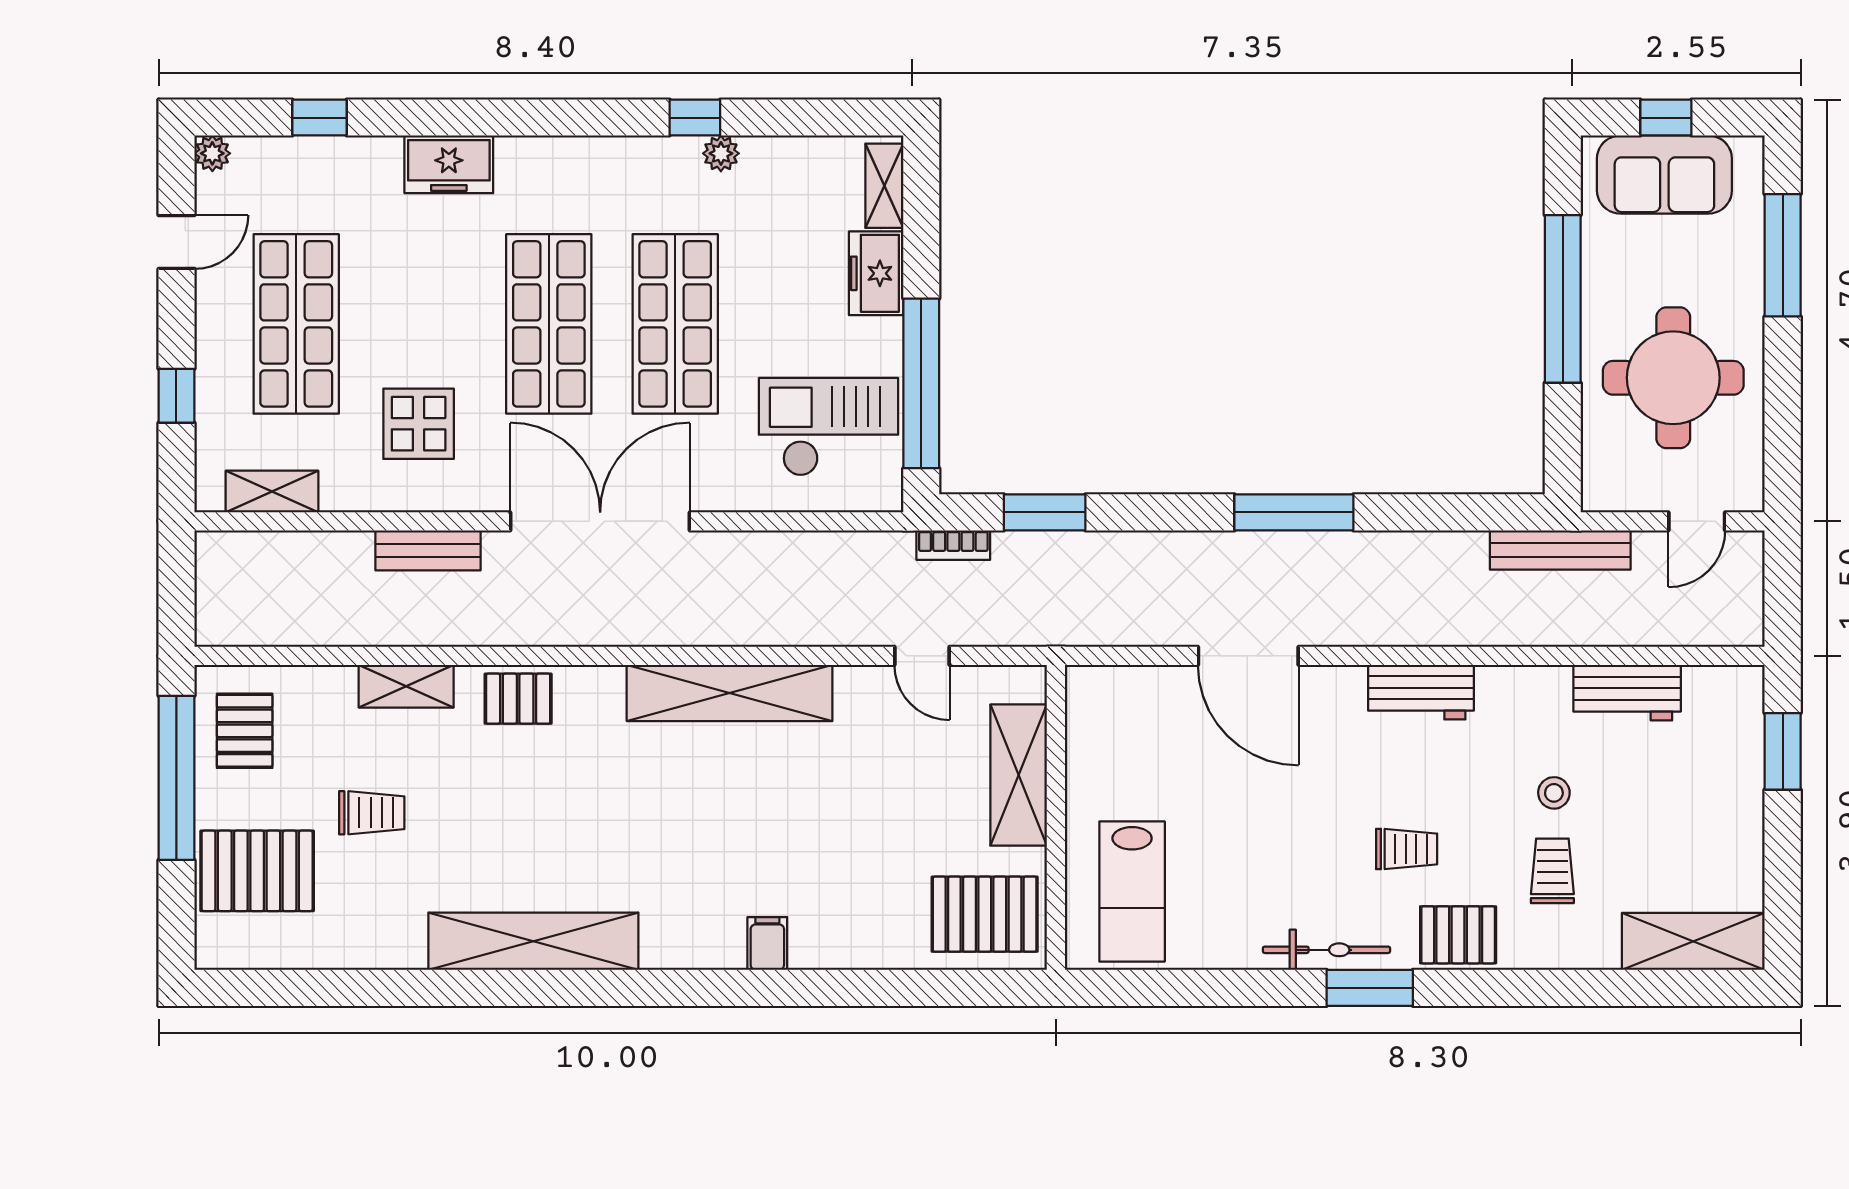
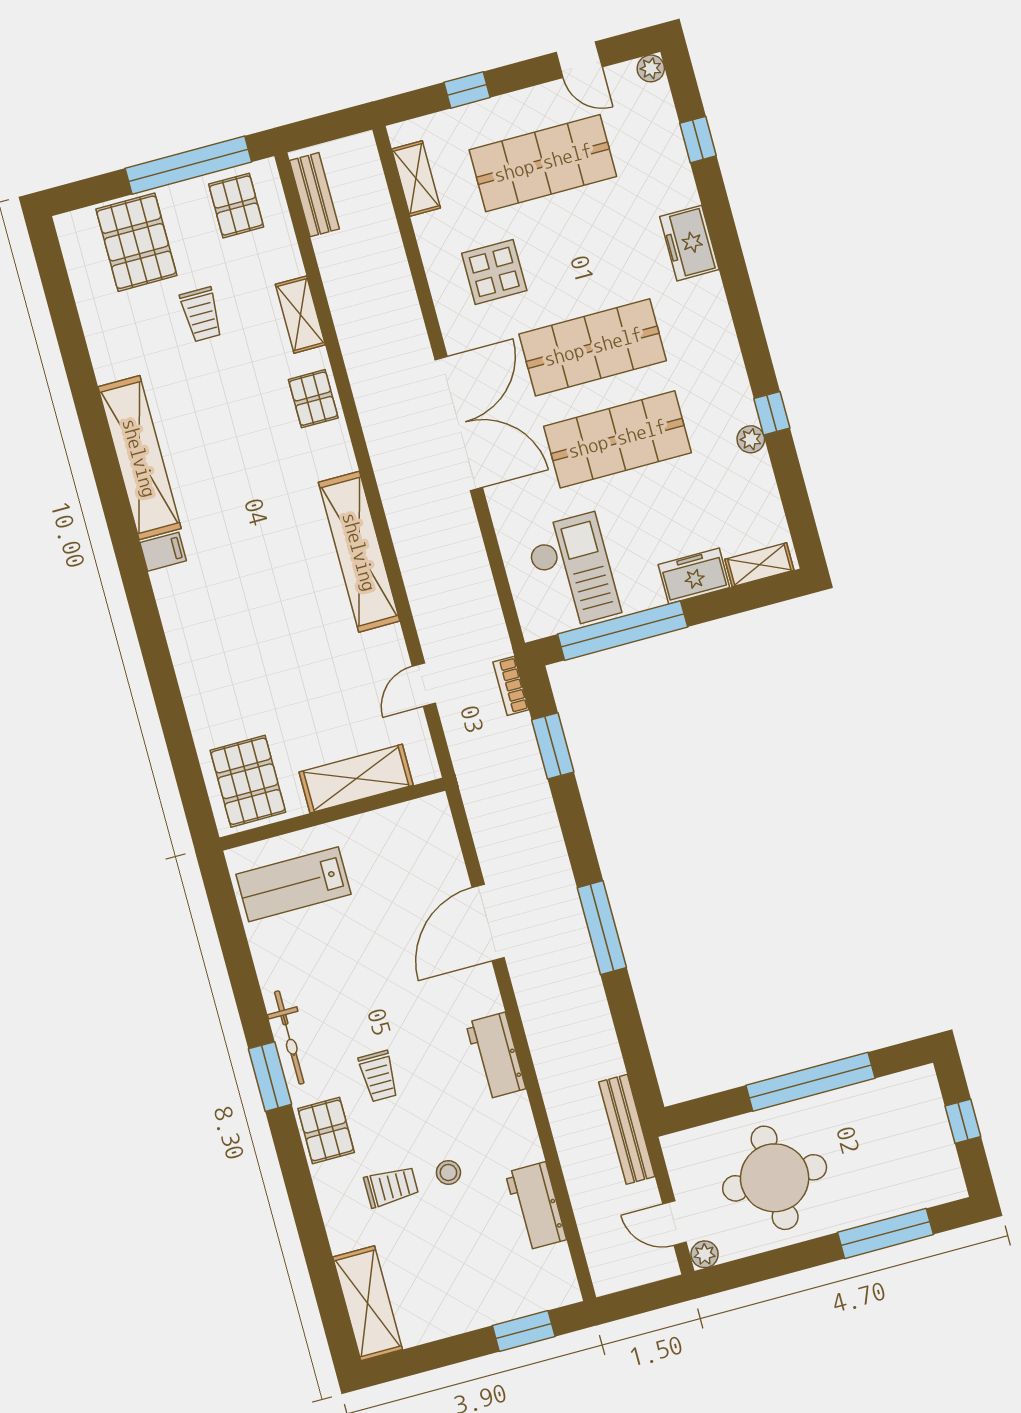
sofa: (1664, 175) -> (921, 1131), removed
plant: (1747, 494) -> (705, 1254), added
bench: (428, 550) -> (314, 195), moved
pallet: (245, 731) -> (236, 206), turned 90
filing cabinet: (767, 943) -> (163, 552), moved

